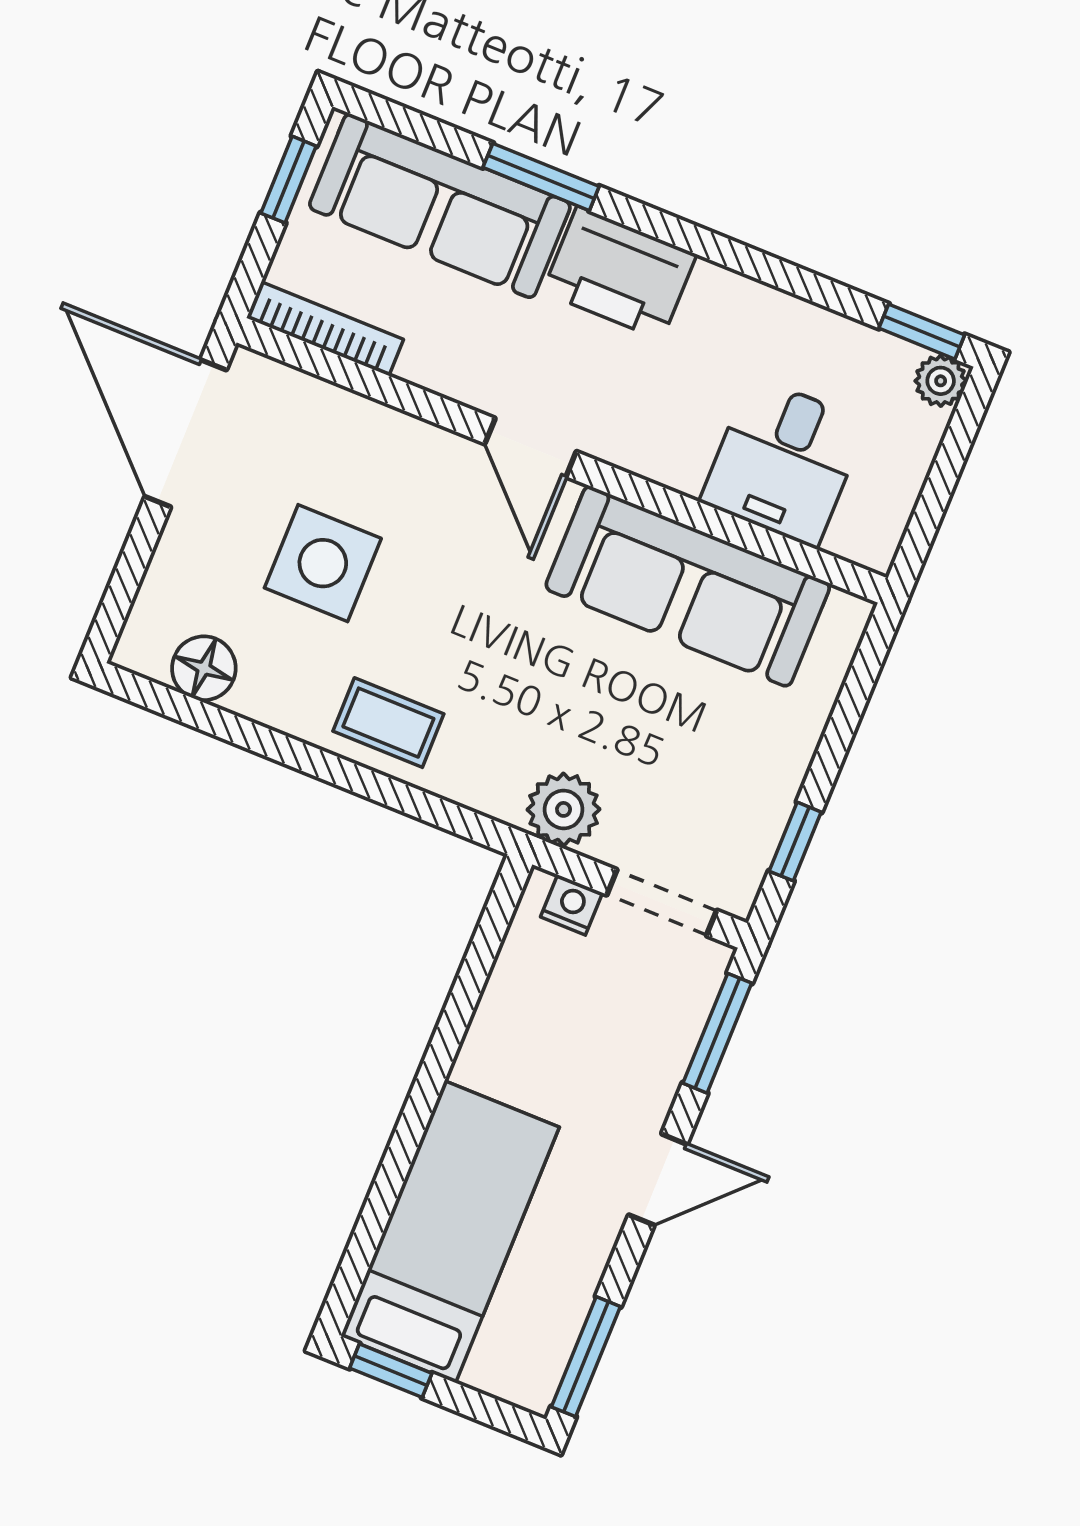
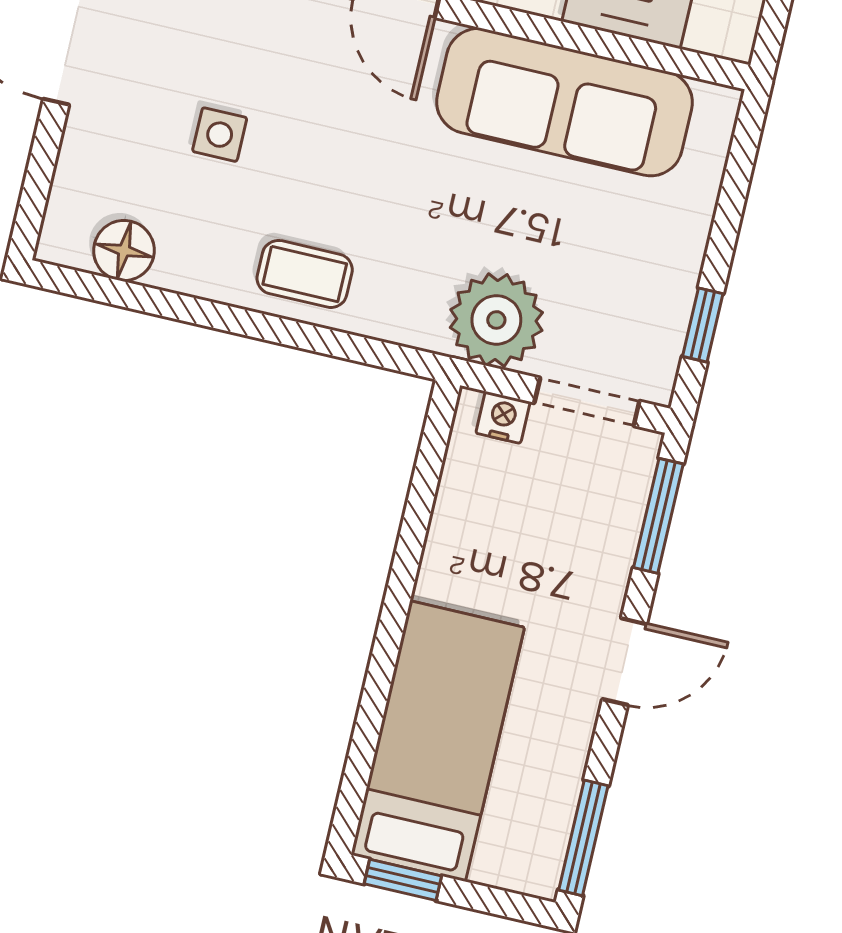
side table: (323, 563) -> (220, 135), width x0.54, depth x0.54
plant: (564, 809) -> (496, 320), width x1.36, depth x1.36

